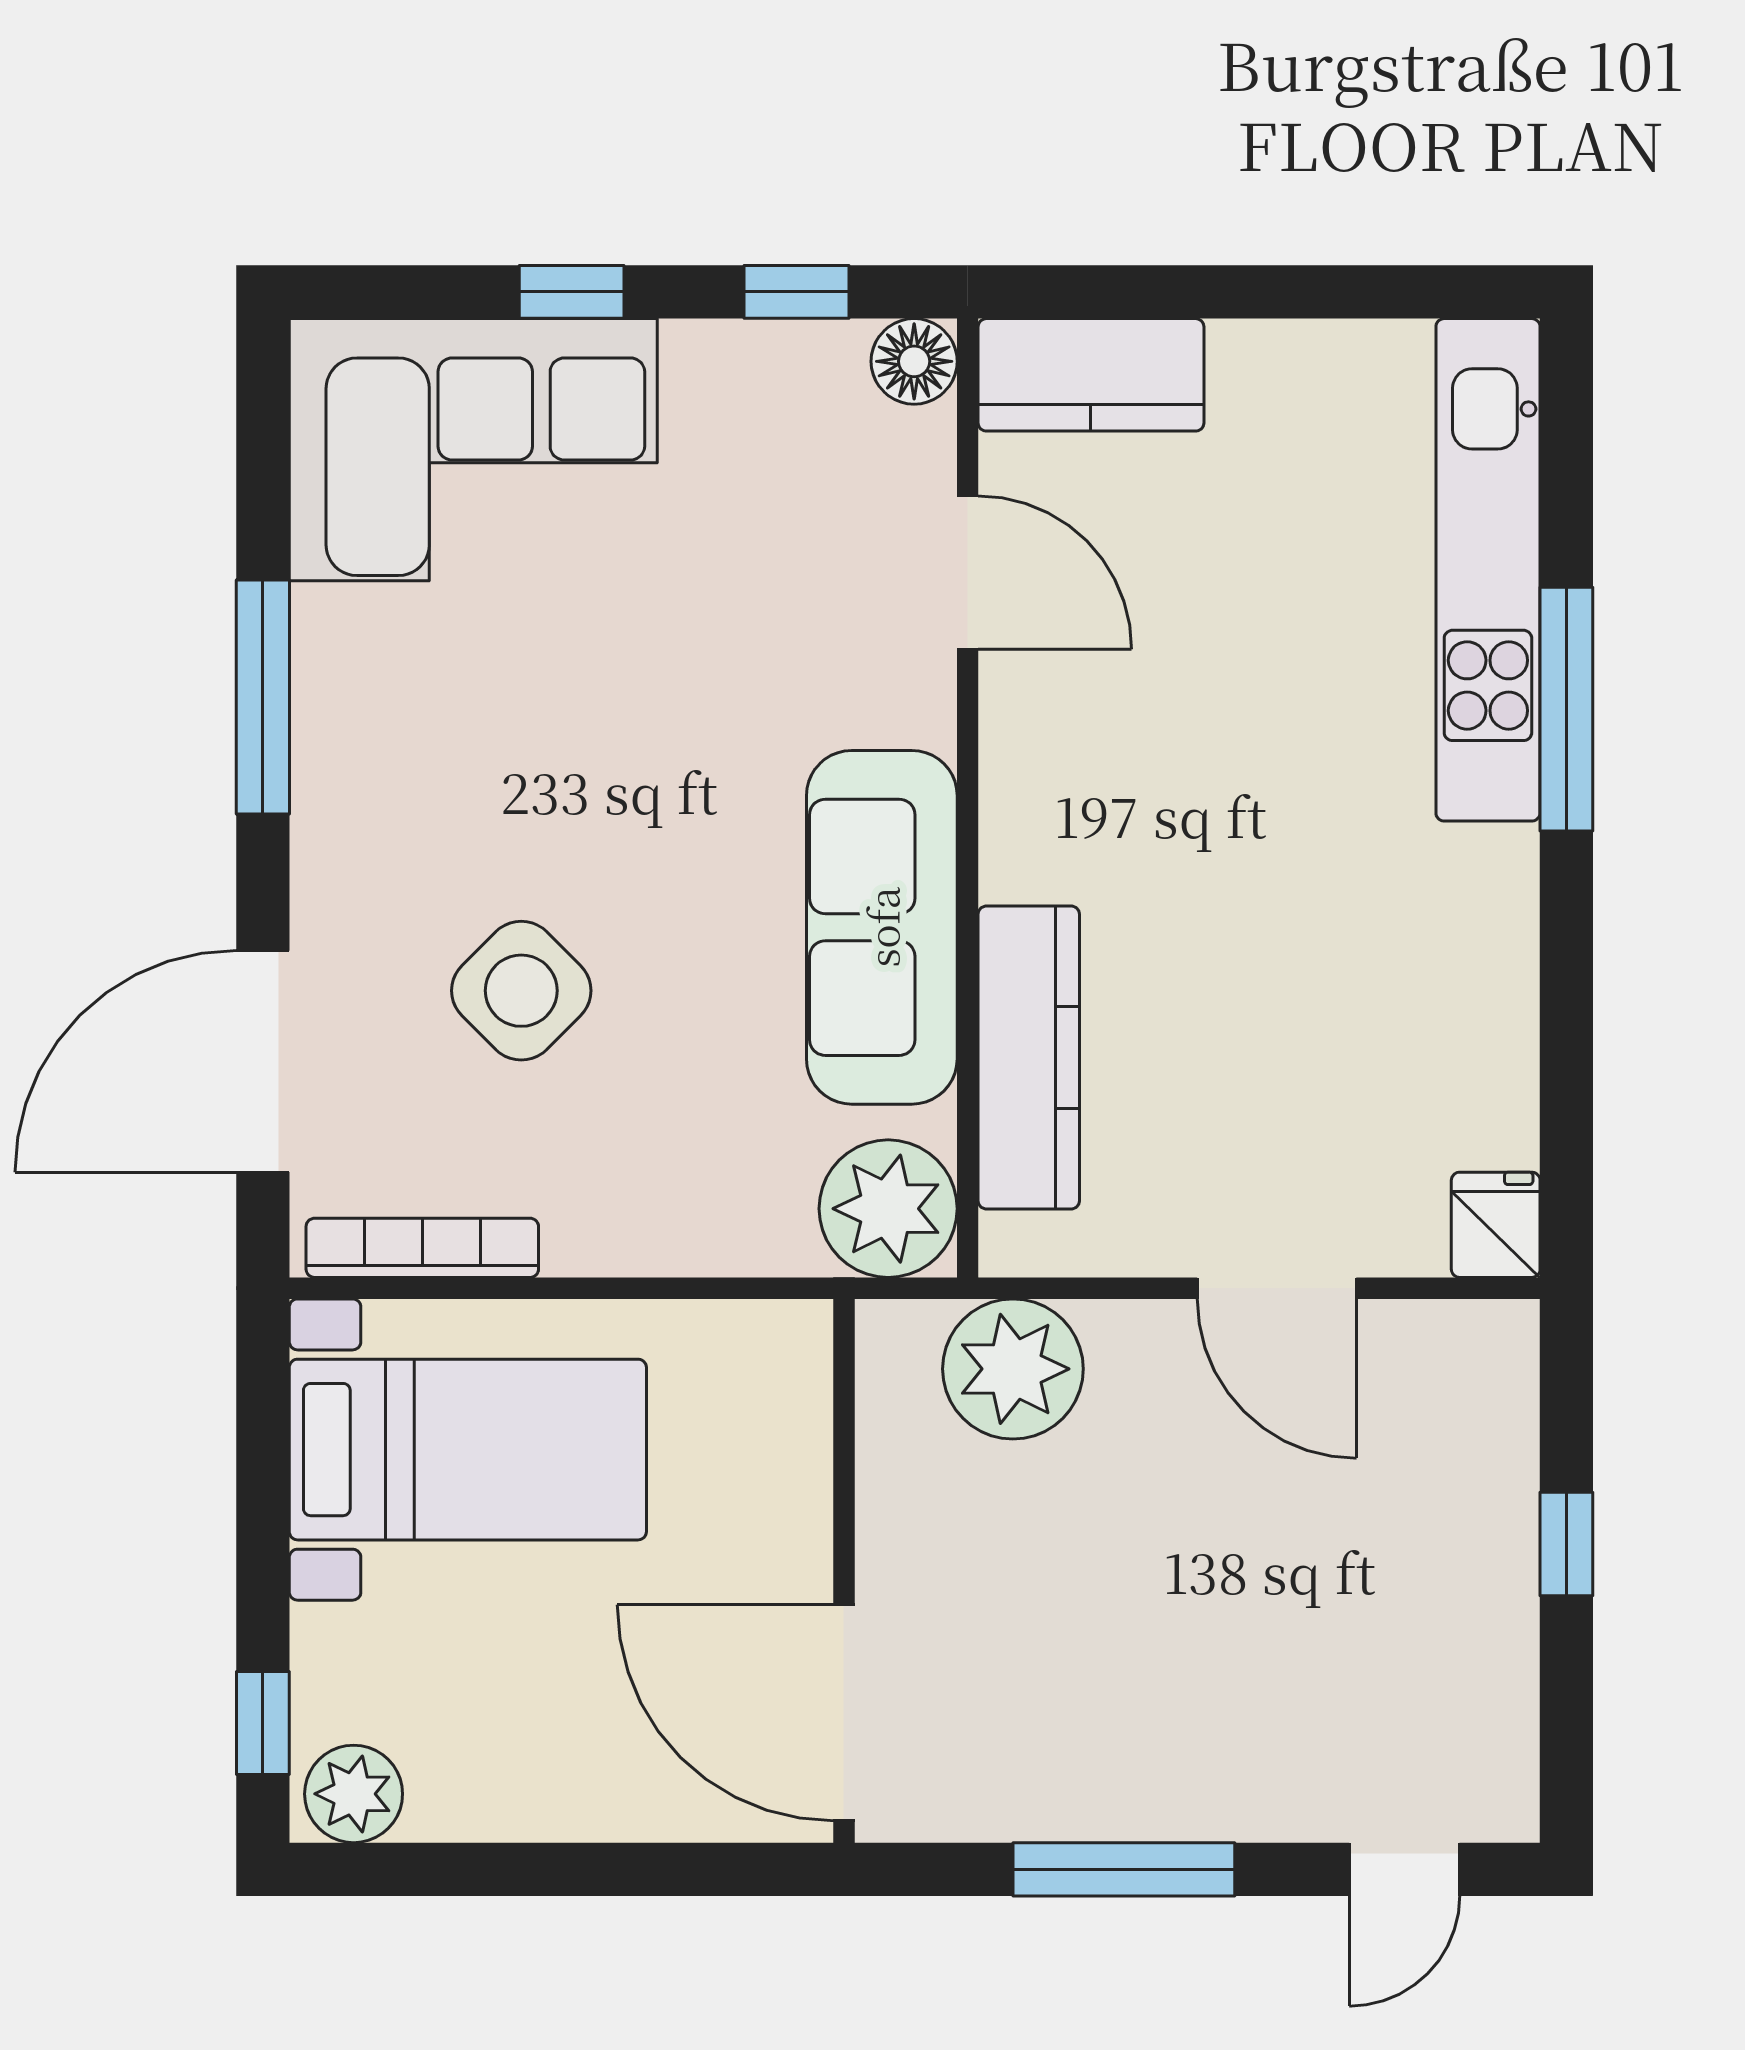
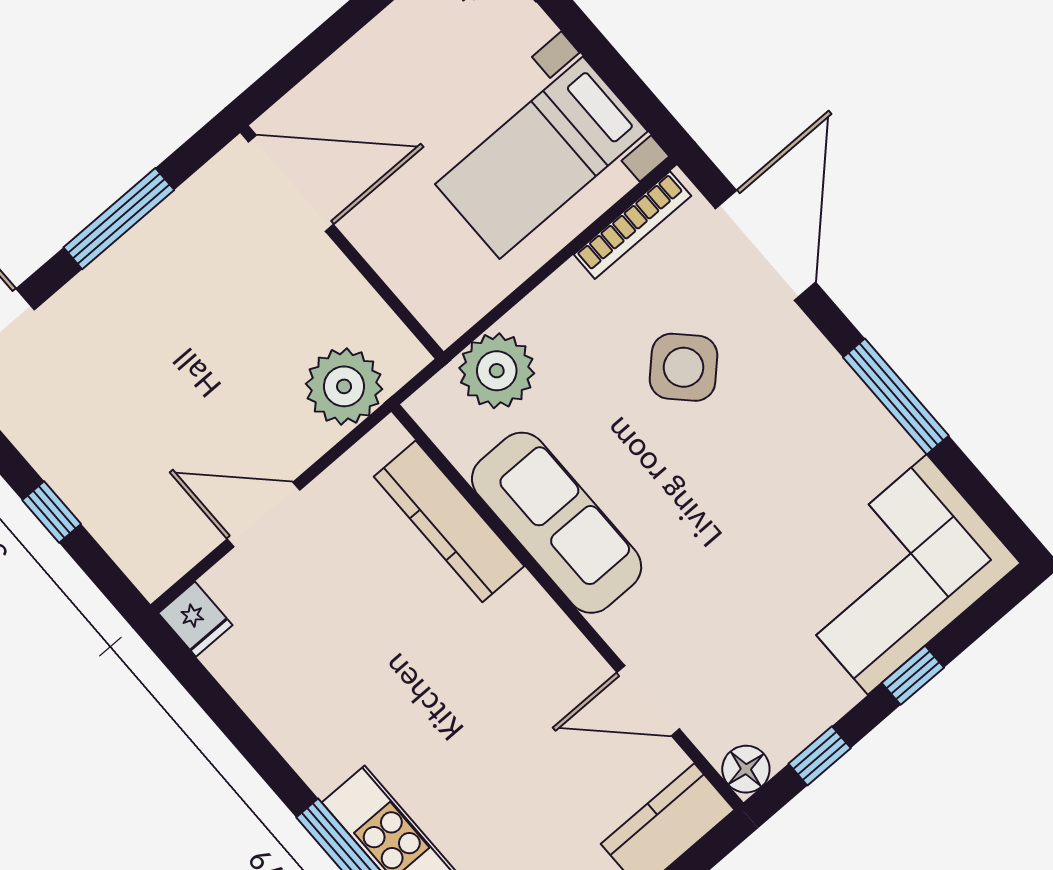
plant: (888, 1209) -> (497, 371), moved

